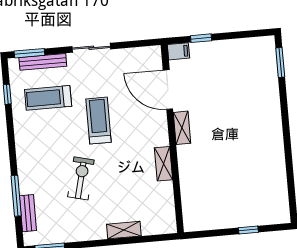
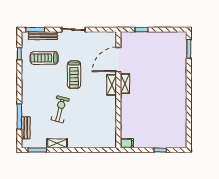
filing cabinet: (178, 51) -> (127, 143), moved
door: (168, 90) -> (118, 59), hinge flipped
treadmill: (98, 121) -> (74, 75), turned 180
shelving: (164, 164) -> (112, 85), moved
shelving: (124, 230) -> (57, 143), moved

